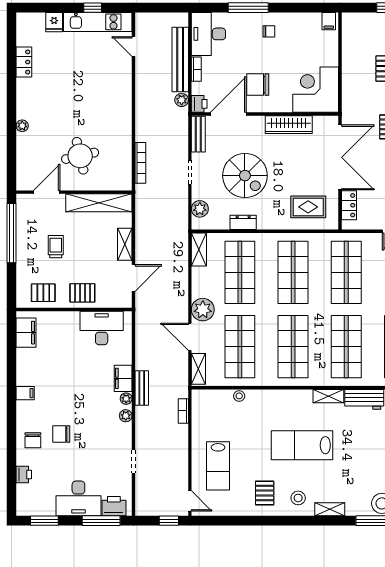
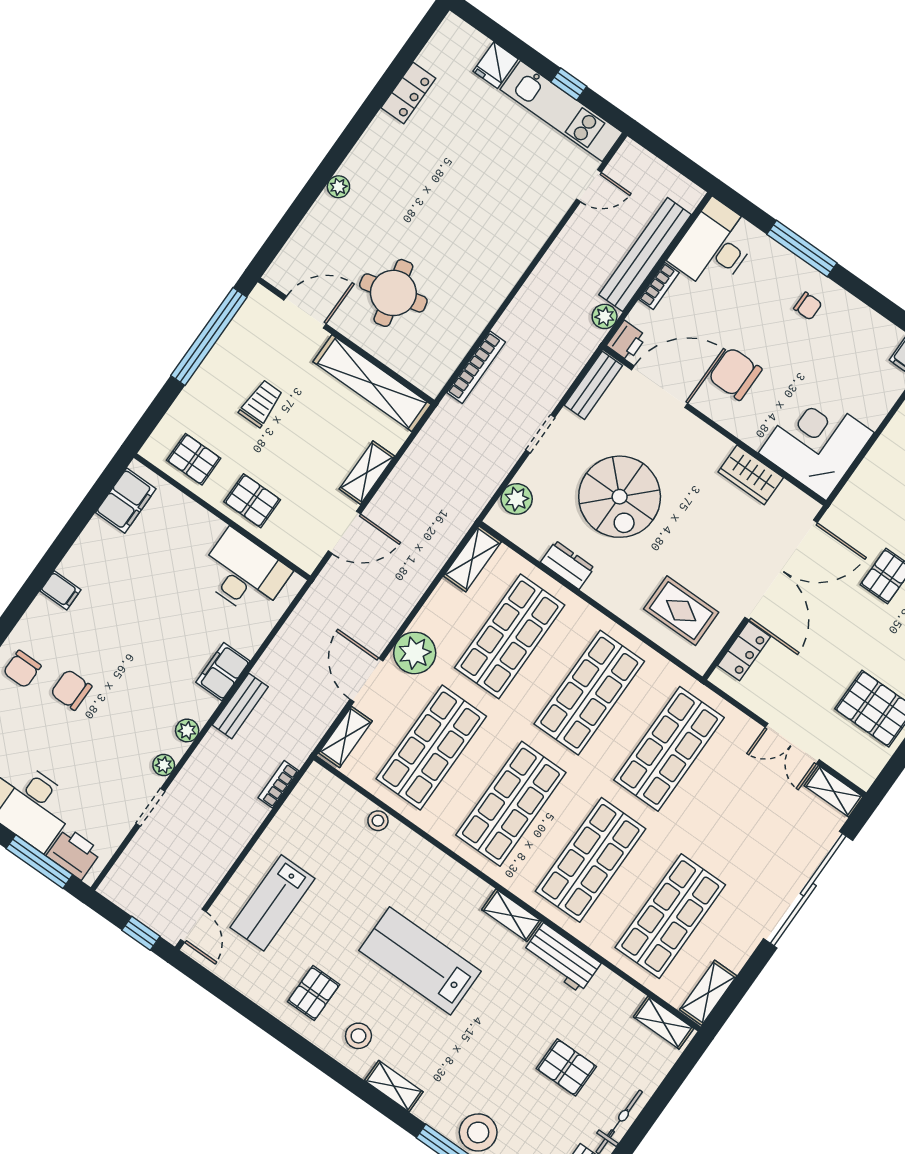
door: (134, 47) -> (589, 186), swing flipped
wardrobe: (289, 125) -> (751, 475), width x0.67
plant: (126, 399) -> (164, 765), moved

